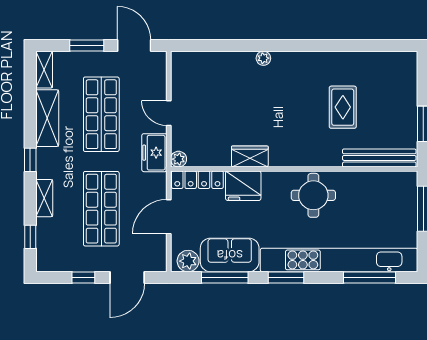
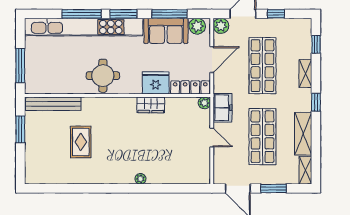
plant: (157, 262) -> (221, 26), added
window: (370, 277) -> (82, 14), moved

